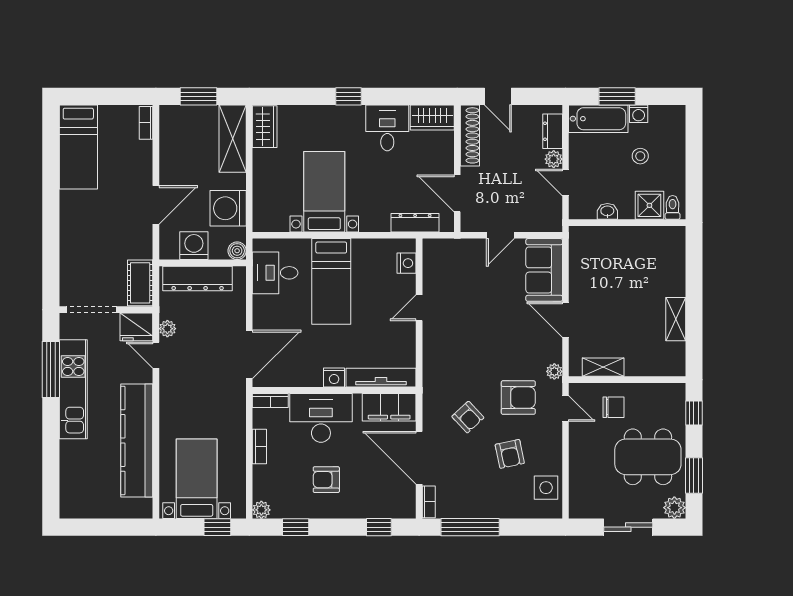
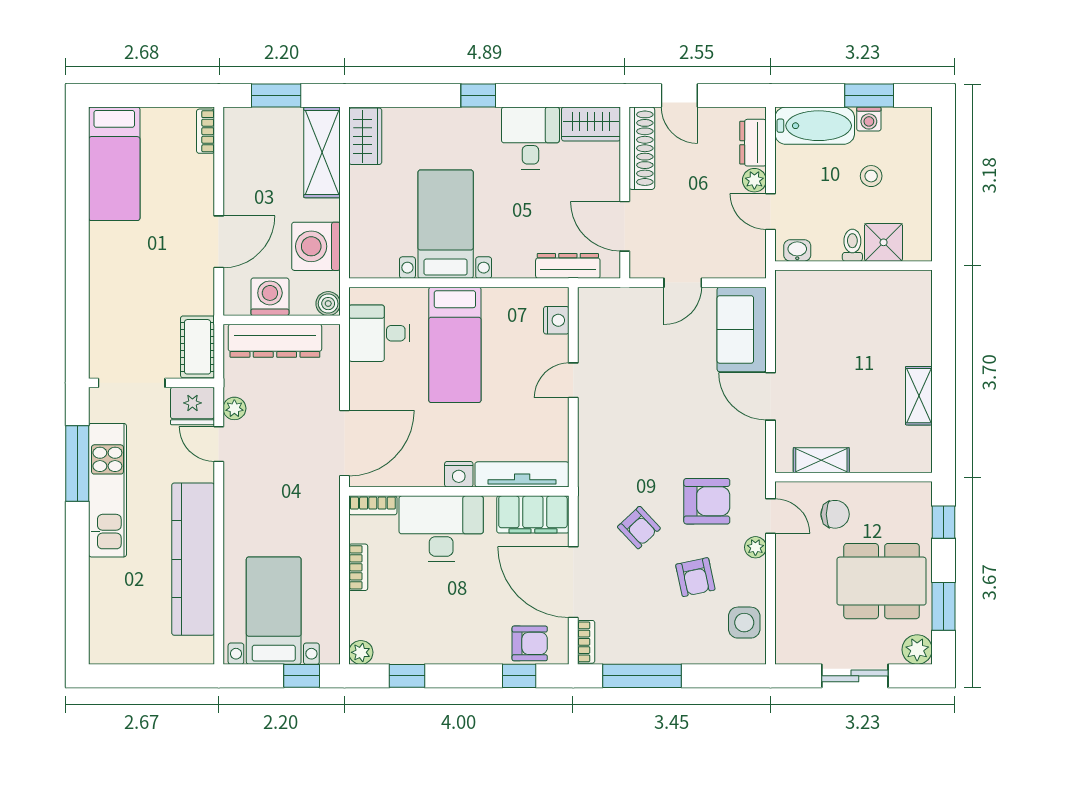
window: (617, 96) -> (869, 95), moved
toilet: (673, 207) -> (852, 245), moved
washbasin: (607, 211) -> (797, 250), moved
plant: (554, 371) -> (755, 547), moved
armchair: (326, 480) -> (530, 643), moved, turned 180

